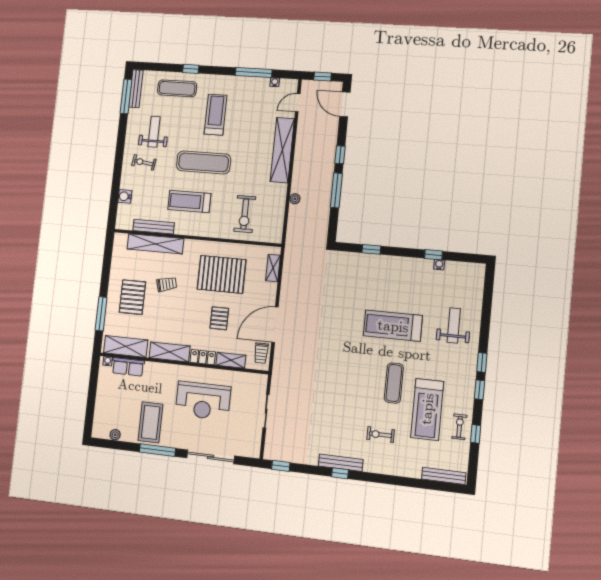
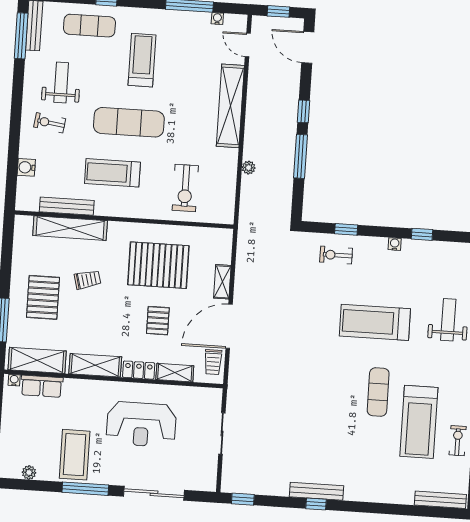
door: (298, 103) -> (248, 45), hinge flipped
water cooler: (439, 265) -> (395, 244), moved
shelving: (273, 268) -> (222, 282), moved
exercise bike: (381, 435) -> (336, 255), moved

